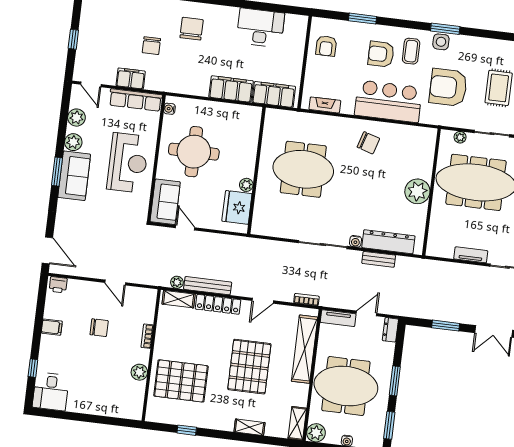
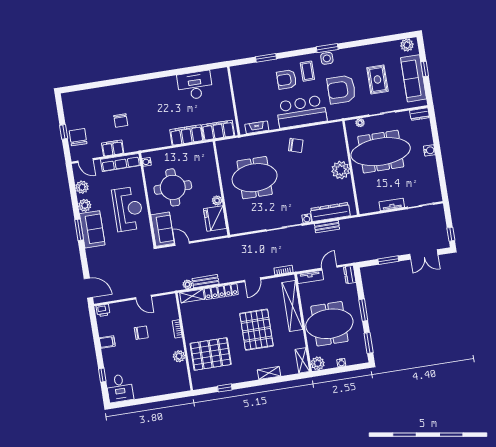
chair: (192, 29) -> (78, 137), moved
armchair: (326, 46) -> (246, 85), removed
bench: (208, 286) -> (206, 281), width x0.73

